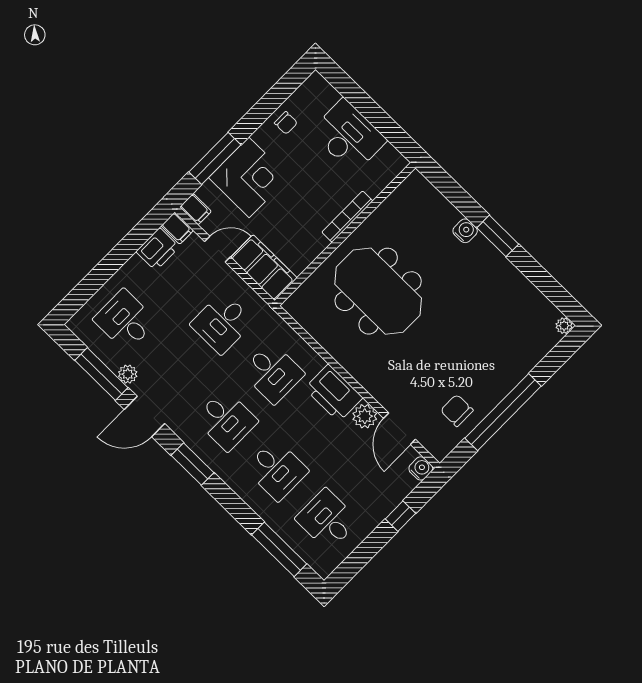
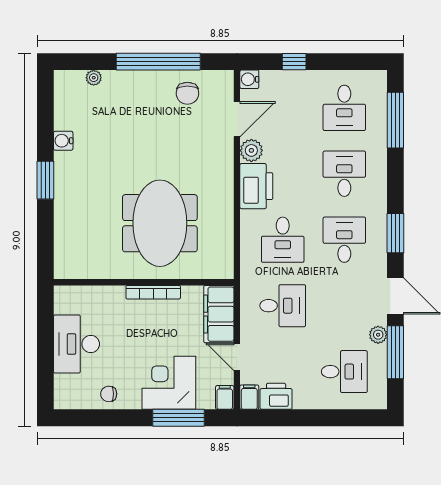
chair: (286, 123) -> (109, 394), turned -90
bookcase: (347, 217) -> (153, 292), moved
water cooler: (465, 231) -> (63, 141), moved
desk: (125, 320) -> (344, 372), turned -90
plant: (564, 326) -> (94, 78), moved
desk: (273, 373) -> (283, 240), turned 180

